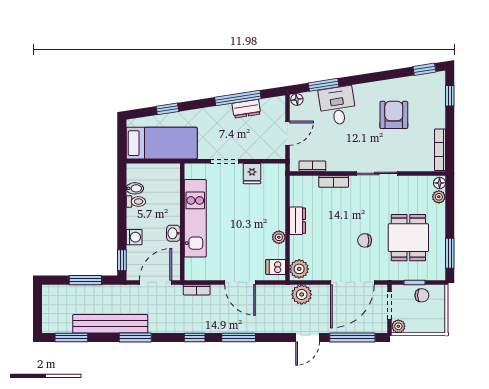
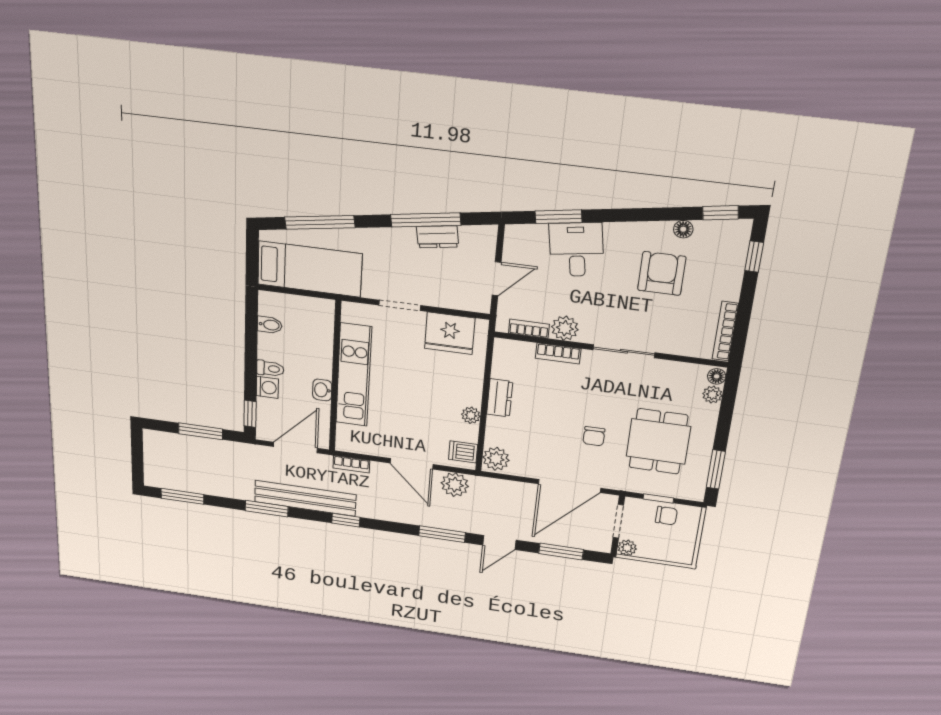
floor lamp: (297, 99) -> (683, 229), moved
window: (167, 109) -> (320, 222), width x2.17
plant: (336, 162) -> (565, 328), added
fridge: (252, 174) -> (450, 333), width x1.88, depth x1.34
toilet: (136, 202) -> (270, 369), moved
chair: (365, 240) -> (594, 436), turned -90
plant: (302, 294) -> (455, 485), moved
bench: (110, 324) -> (305, 498), moved
window: (239, 337) -> (442, 534), moved
window: (352, 337) -> (561, 552), width x0.69

